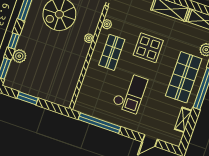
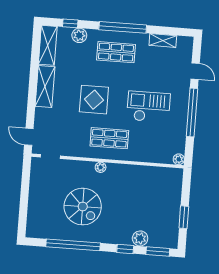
plant: (107, 24) -> (179, 159), moved
shop shelf: (184, 77) -> (116, 52), width x0.70, depth x0.74
window: (99, 123) -> (192, 113), moved

